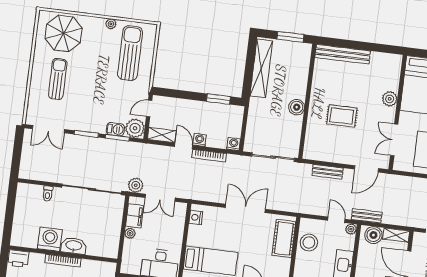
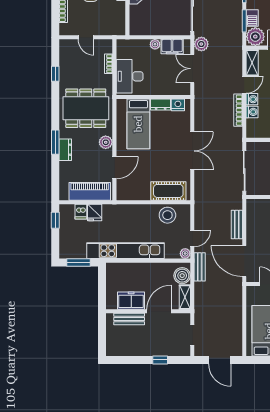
washing machine: (234, 144) -> (252, 112), moved
door: (366, 169) -> (244, 261), width x1.36
dresser: (193, 235) -> (161, 105), added

